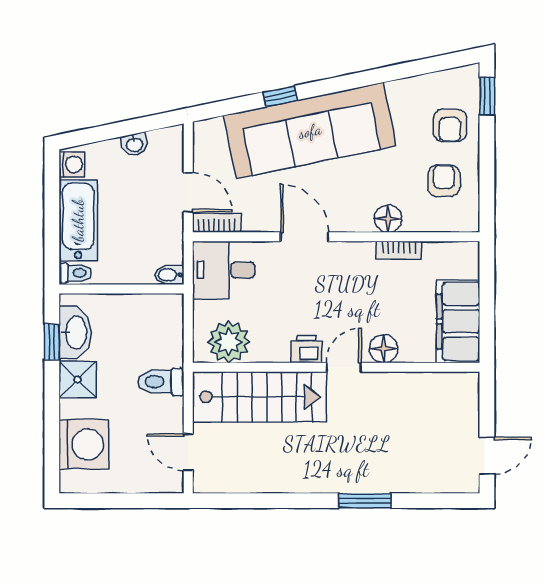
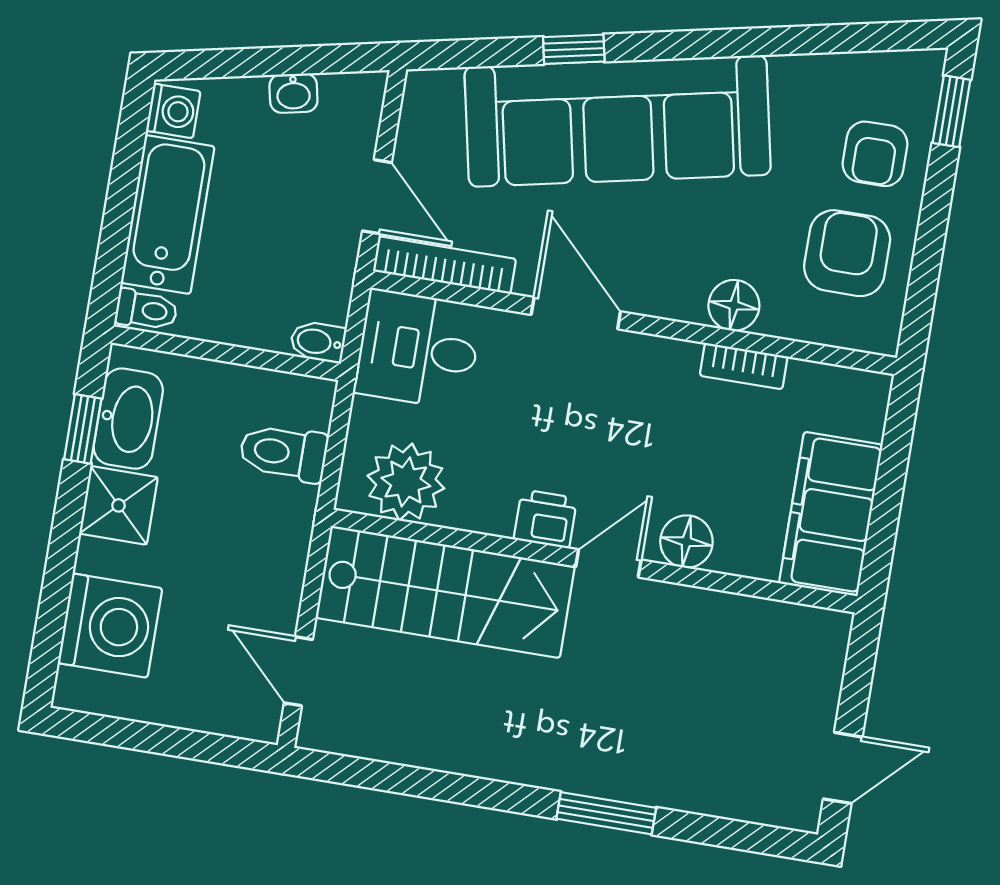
armchair: (444, 181) -> (847, 253), width x1.38, depth x1.38
bookcase: (217, 223) -> (444, 265), width x1.56
toilet: (161, 382) -> (283, 453), moved

